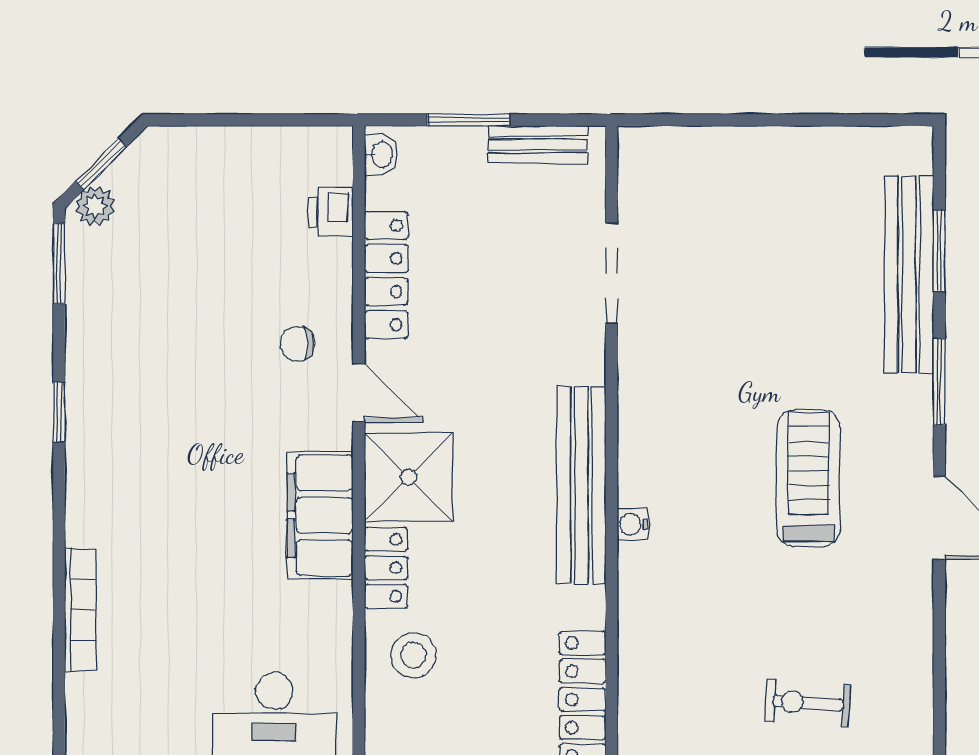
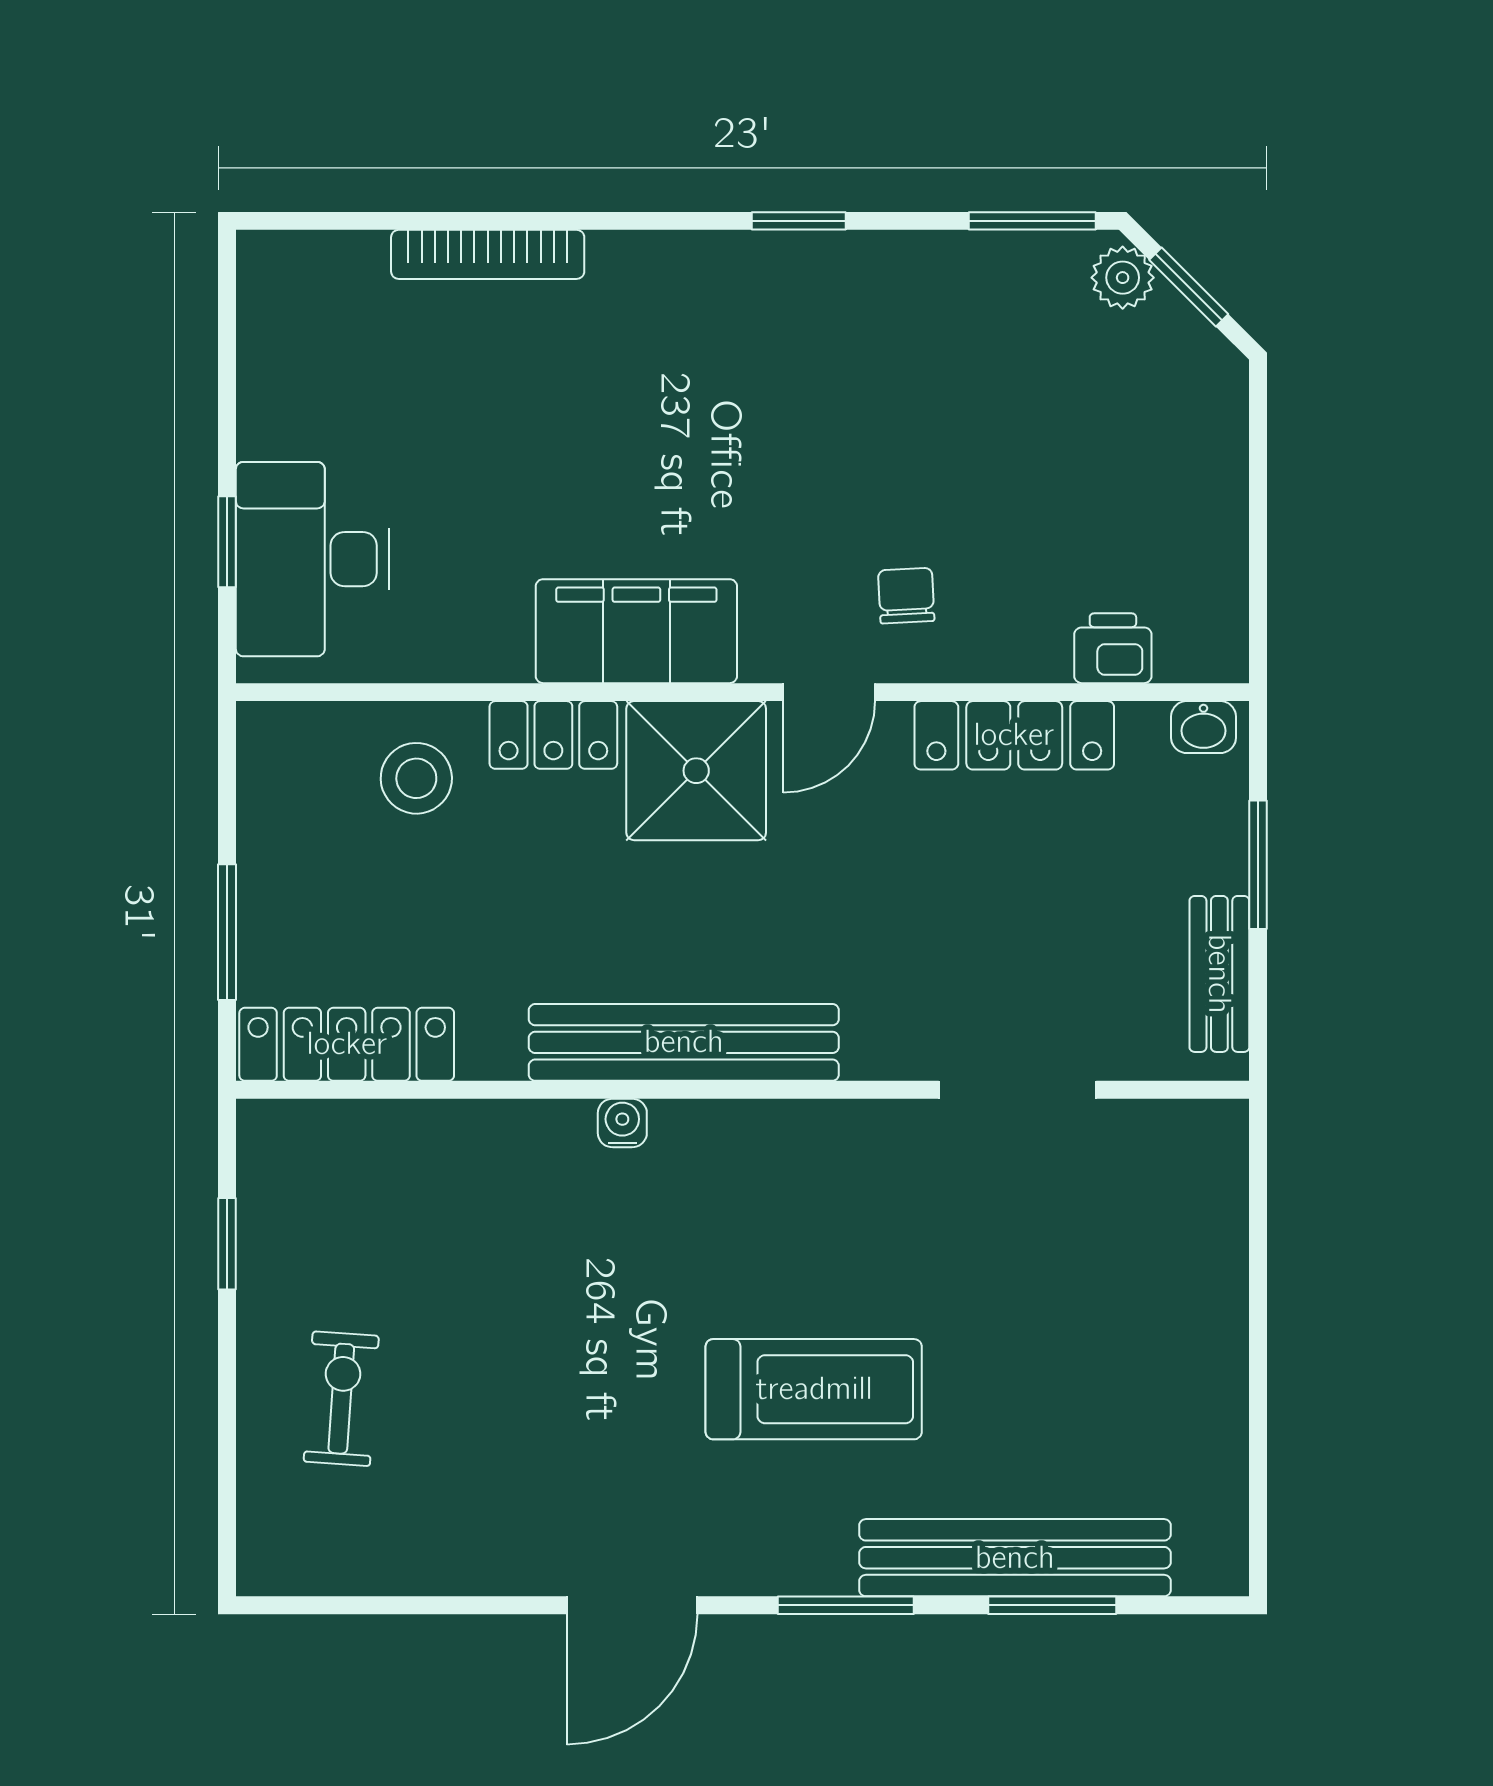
treadmill: (809, 479) -> (814, 1389), moved

